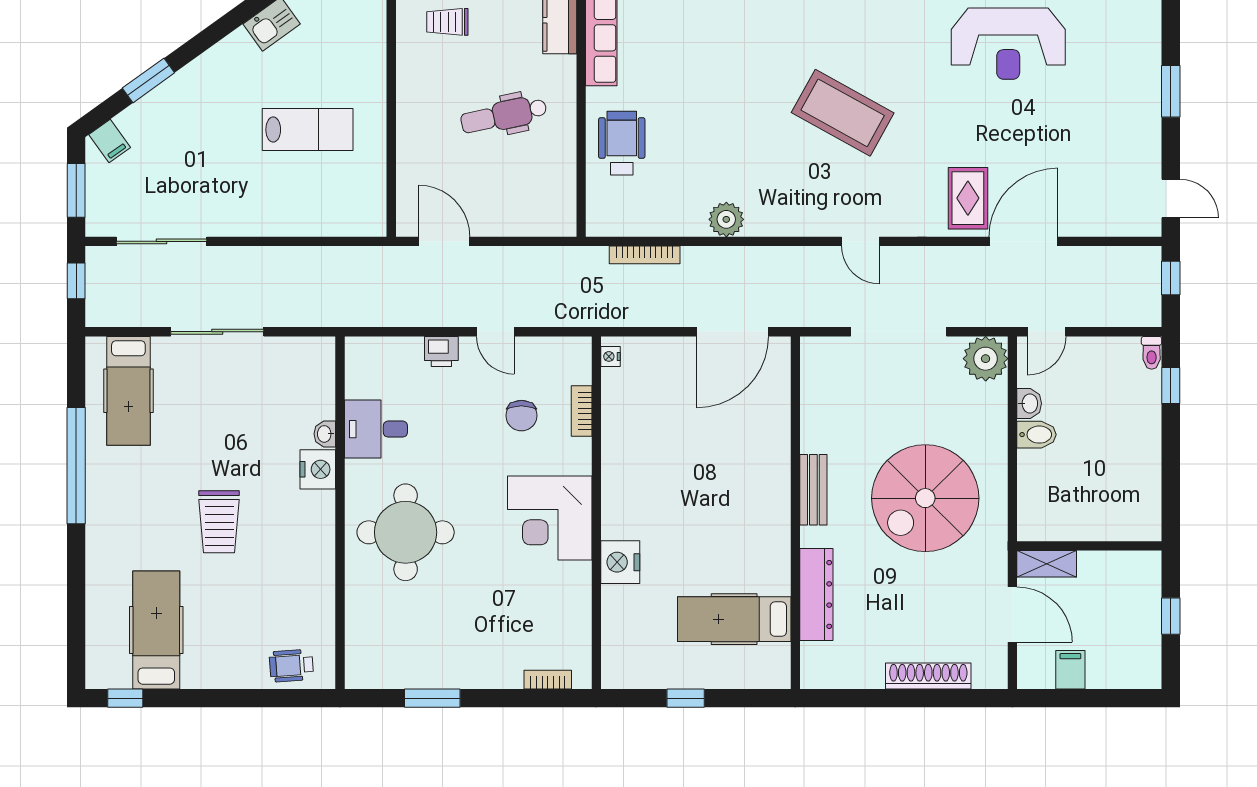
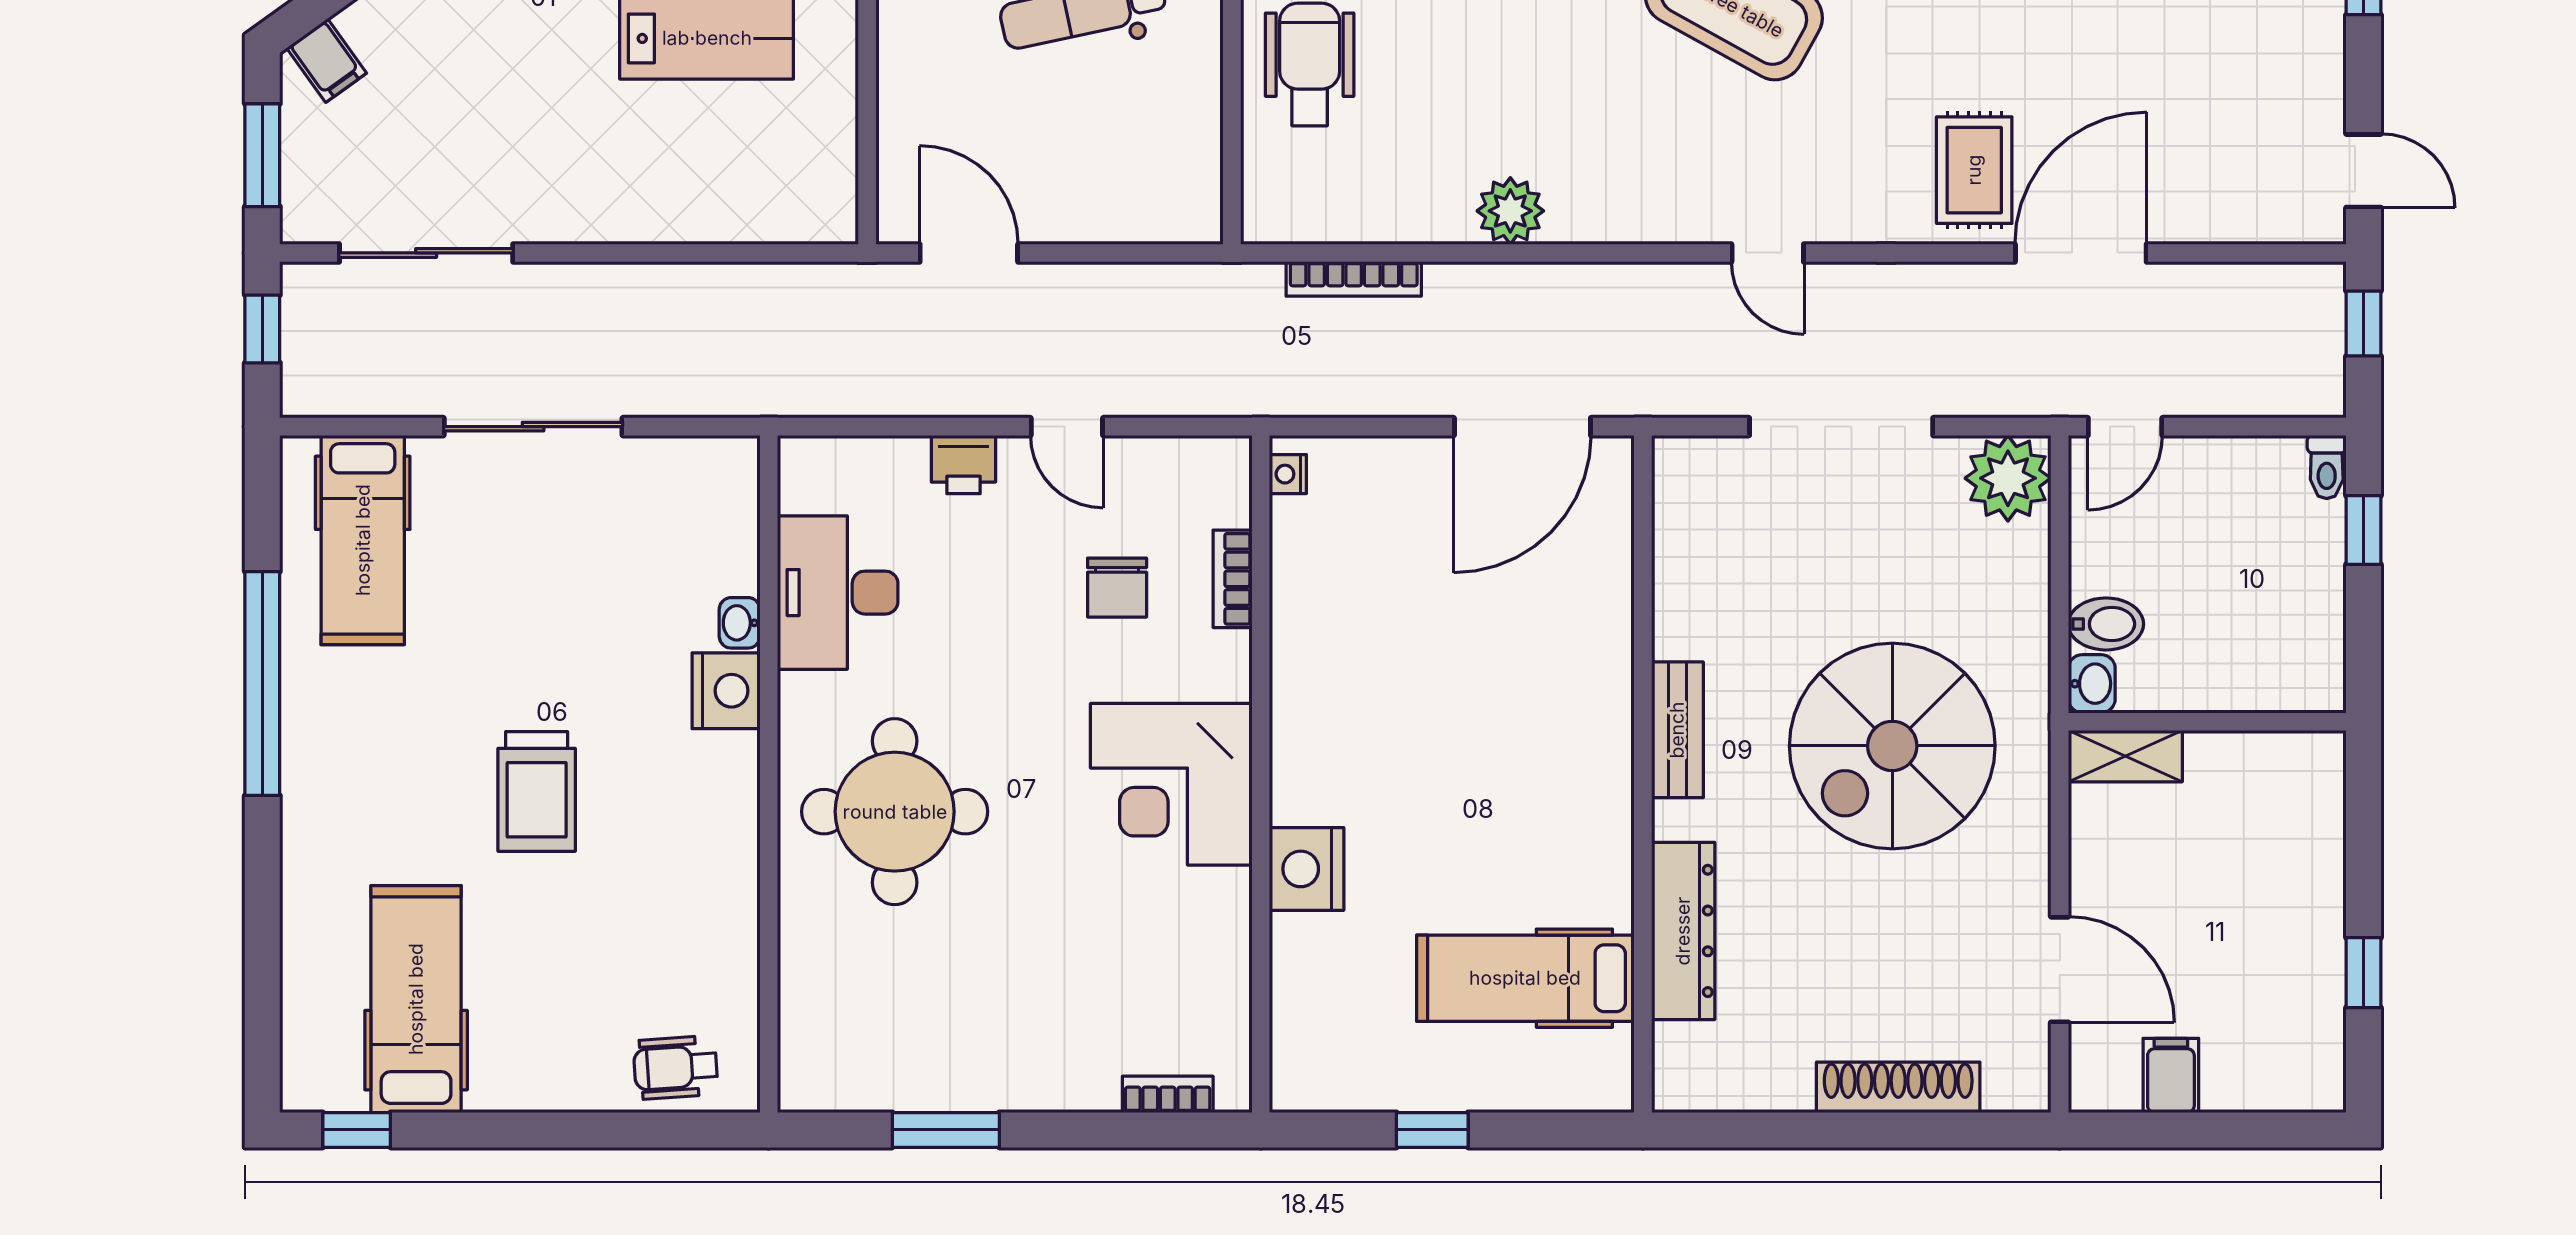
washbasin: (1029, 403) -> (2092, 684), moved
desk: (376, 429) -> (838, 593), width x1.37
wall: (1089, 546) -> (2207, 722), moved
shelving: (1047, 564) -> (2125, 756), moved

